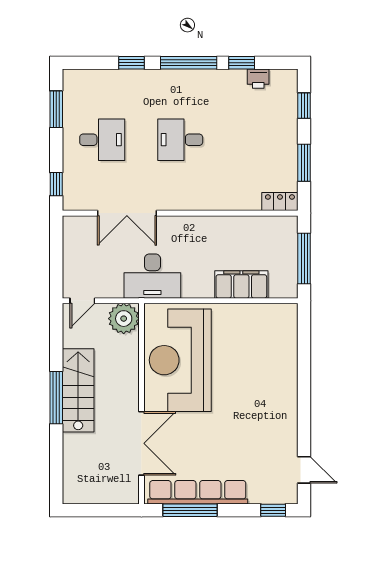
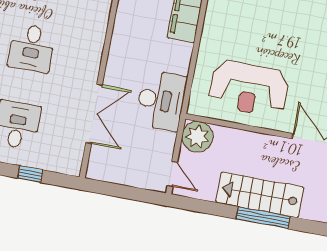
window: (56, 184) -> (30, 174), moved
reception desk: (180, 360) -> (249, 89), width x0.74, depth x0.77

